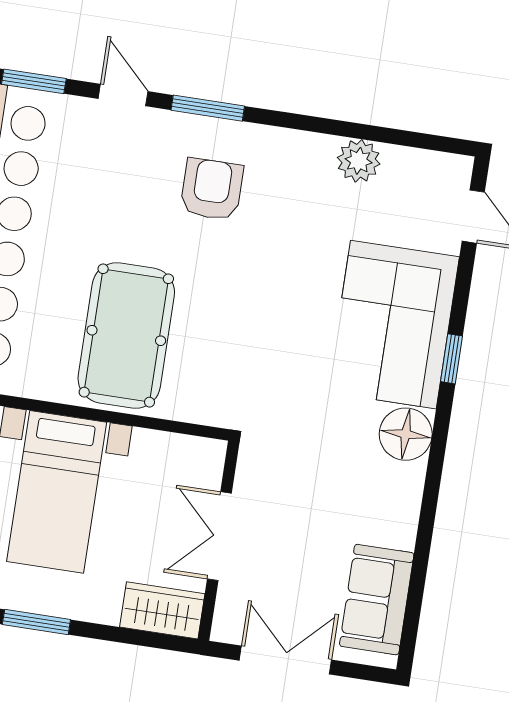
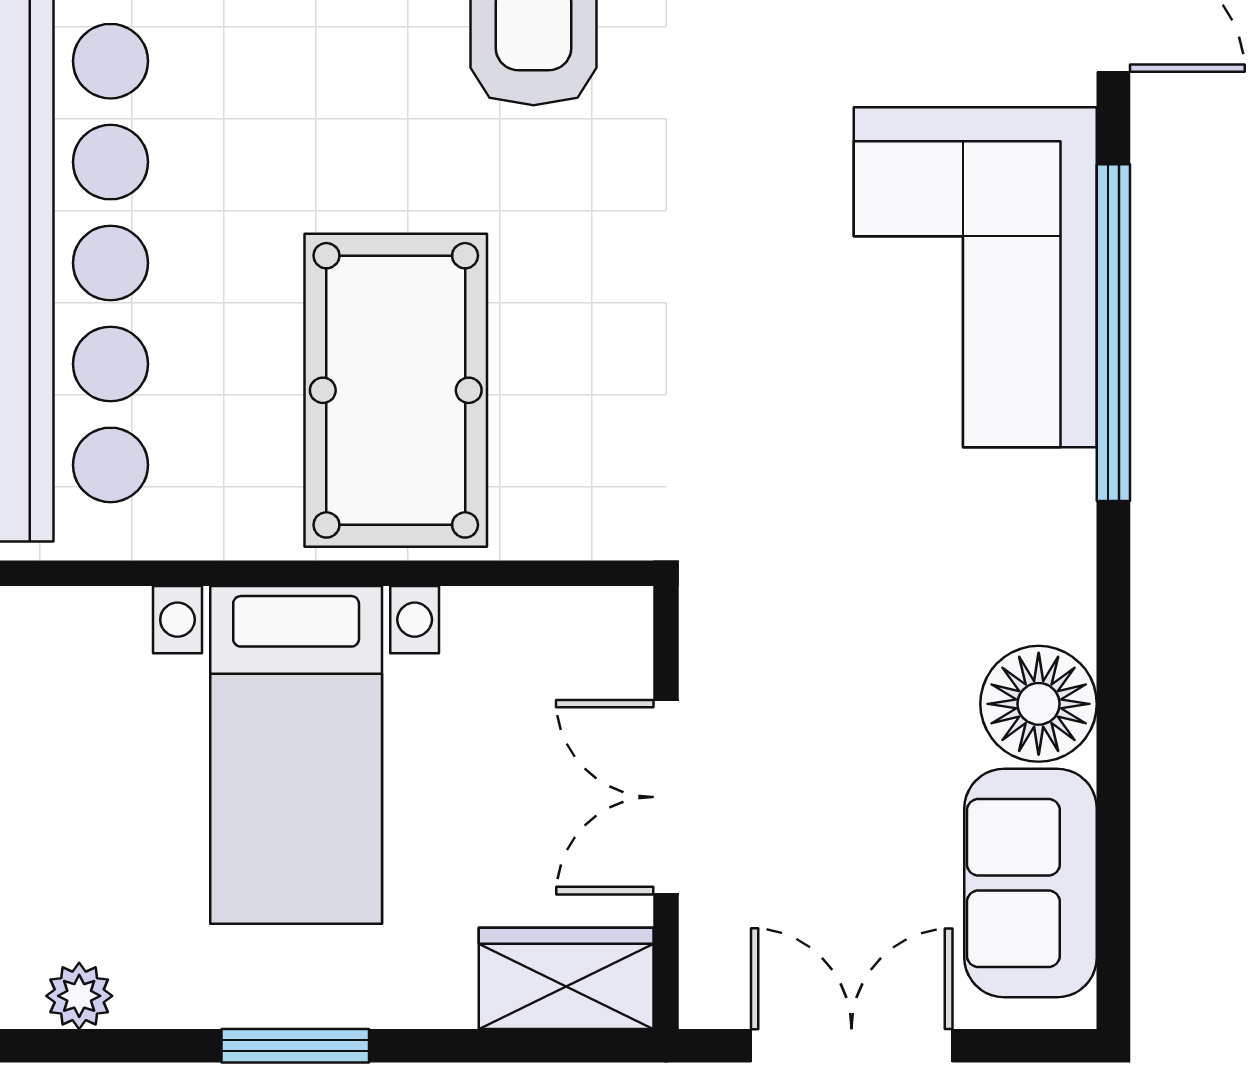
window: (451, 359) -> (1113, 333), width x3.17
floor lamp: (406, 434) -> (1039, 704), moved

